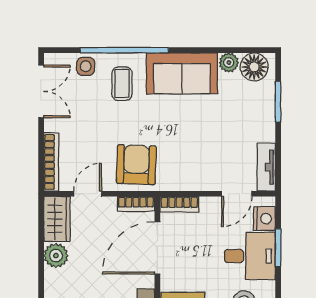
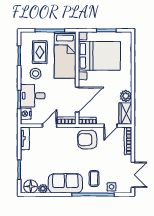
double door: (41, 91) -> (133, 175), swing flipped
armchair: (136, 165) -> (87, 140), turned 86
door: (237, 194) -> (50, 126), moved

